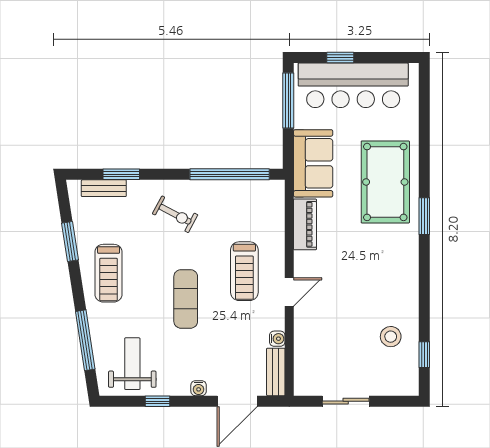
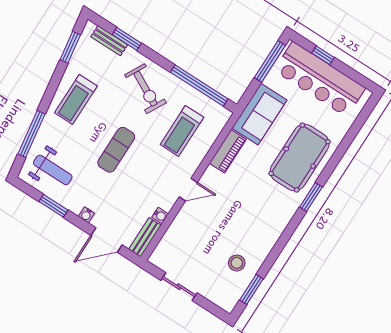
exercise bike: (175, 214) -> (146, 89), width x1.38, depth x1.39
window: (70, 241) -> (70, 47), moved
treadmill: (244, 271) -> (182, 131), moved
window: (424, 355) -> (251, 289), width x1.50
weight bench: (132, 364) -> (53, 170), turned 90
window: (157, 401) -> (53, 206), width x1.50

